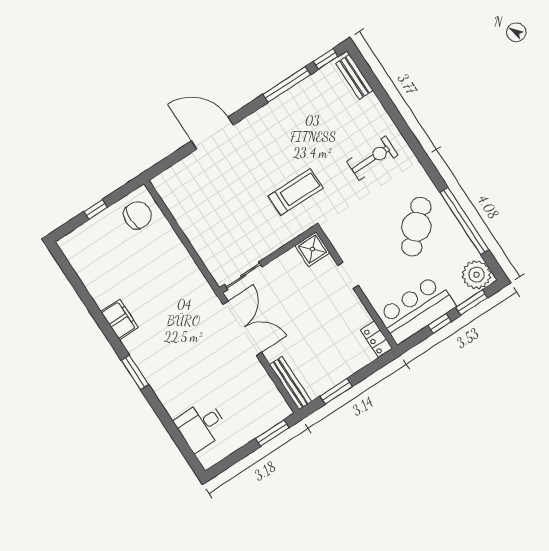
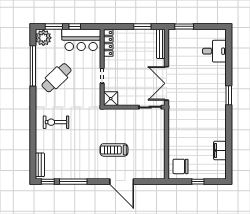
treadmill: (296, 192) -> (114, 150), moved
filing cabinet: (120, 319) -> (220, 150), moved
locker: (377, 339) -> (108, 43), width x1.53

